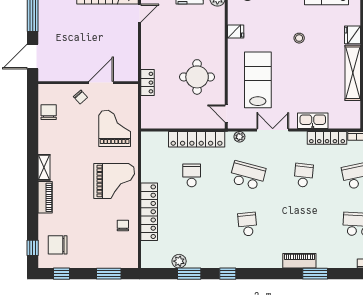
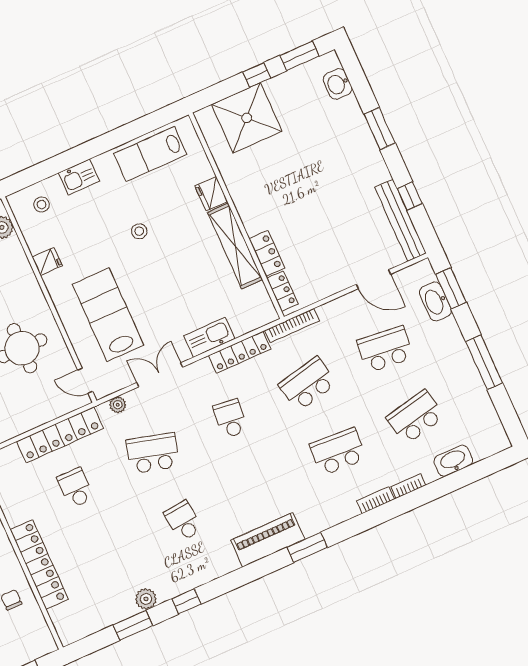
plant: (179, 261) -> (146, 599), moved
piano: (299, 261) -> (268, 540), width x1.37, depth x1.33

